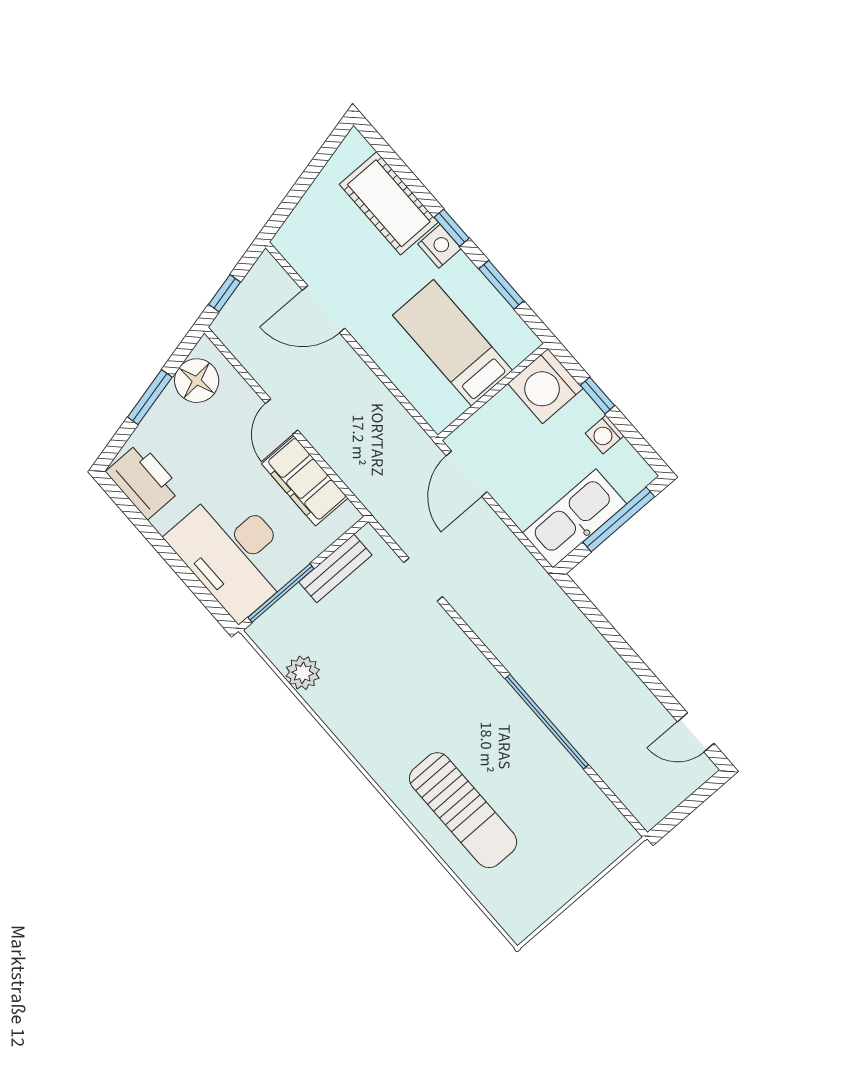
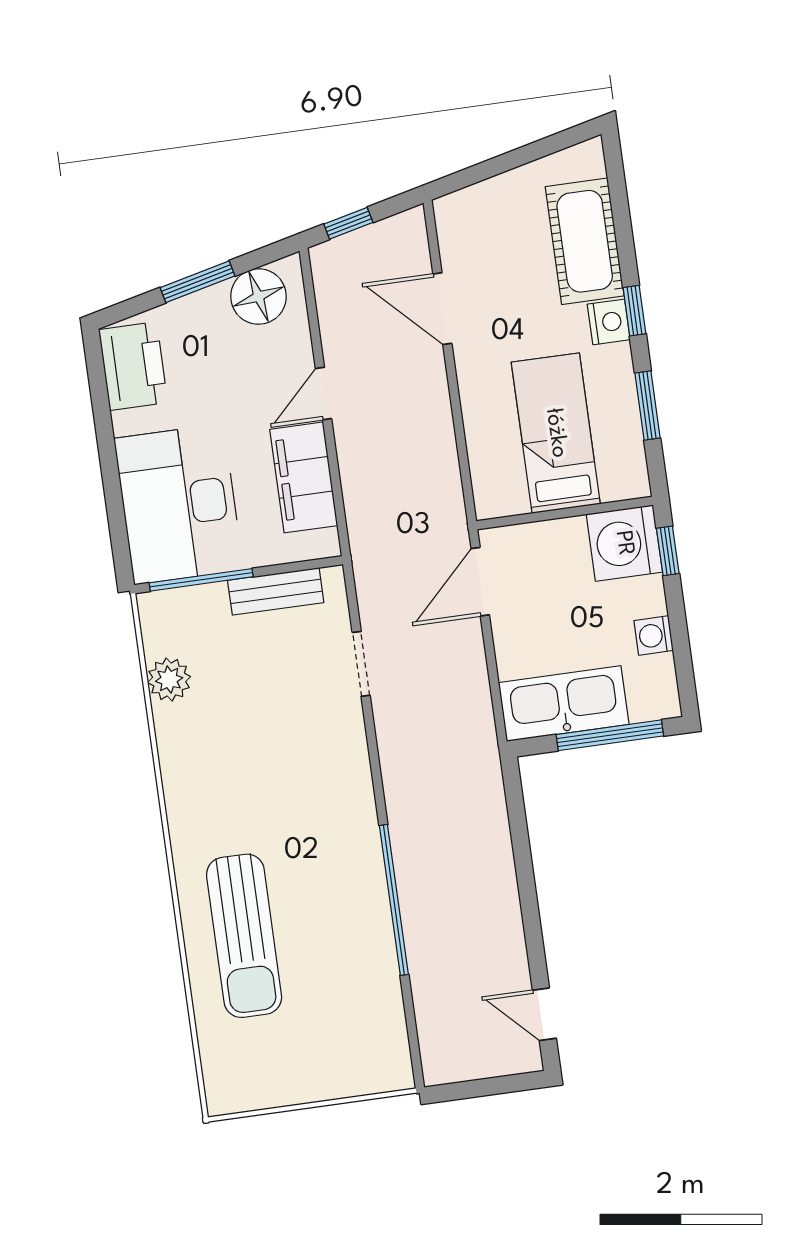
window: (597, 395) -> (668, 551), moved

